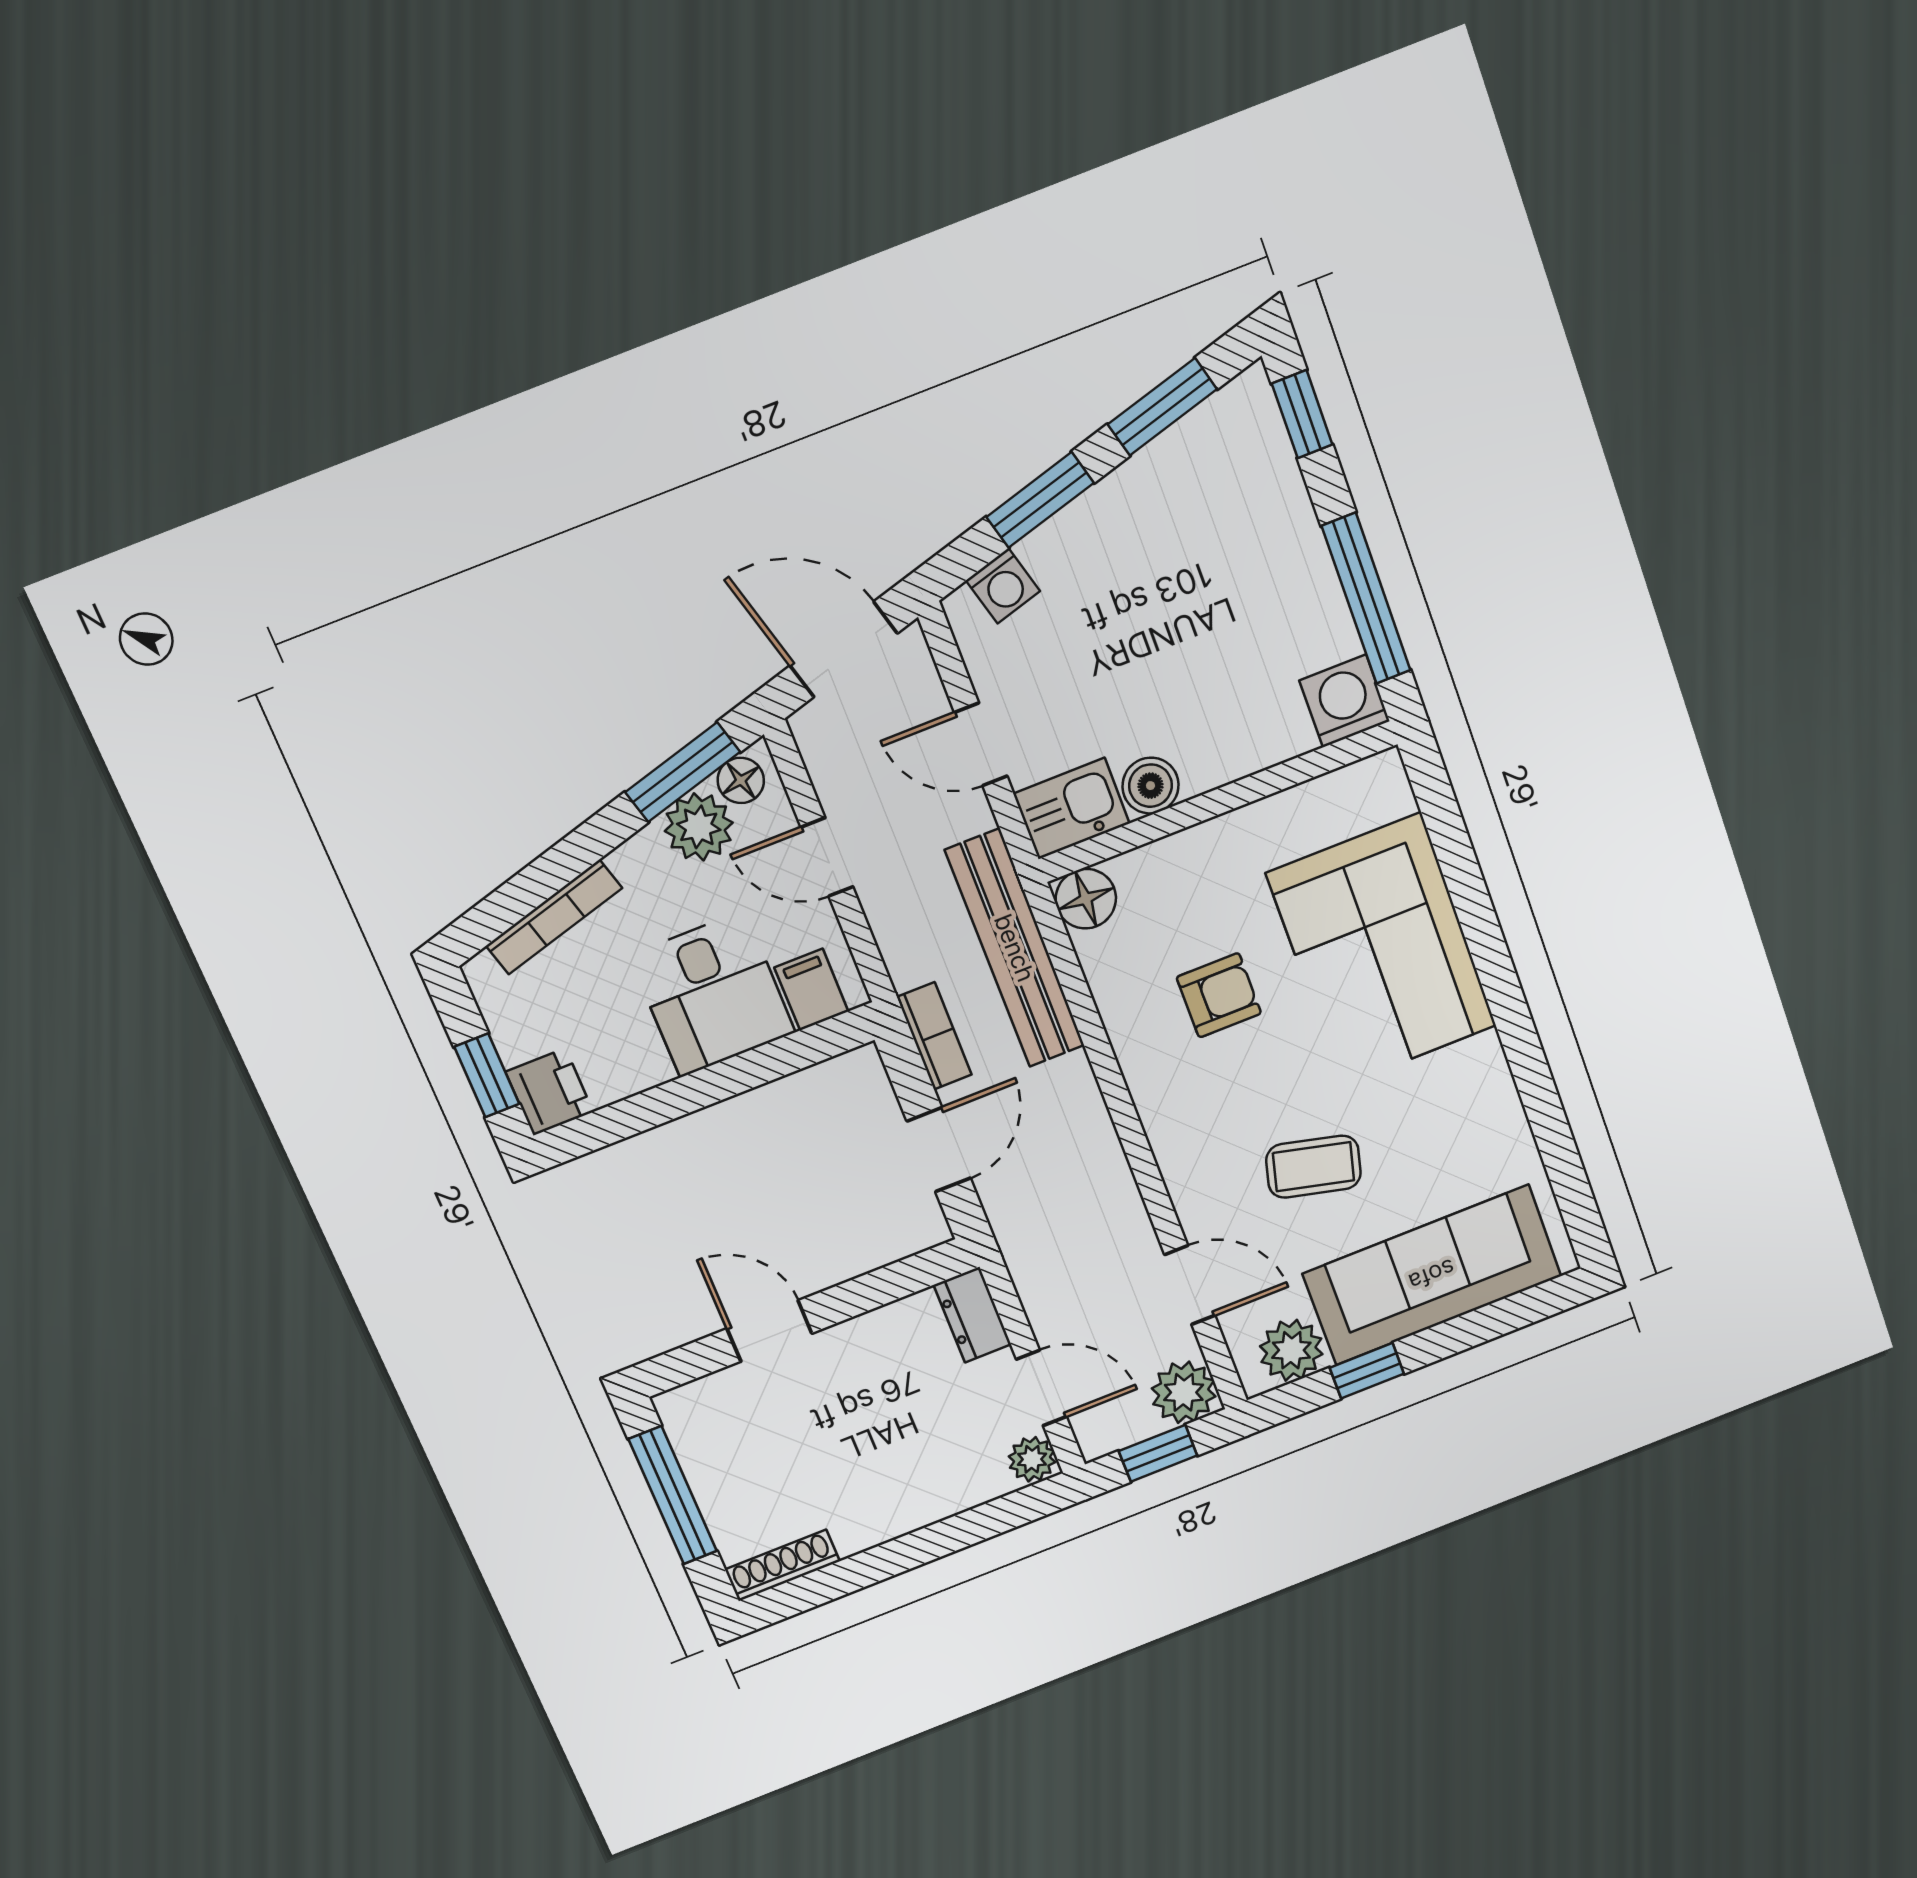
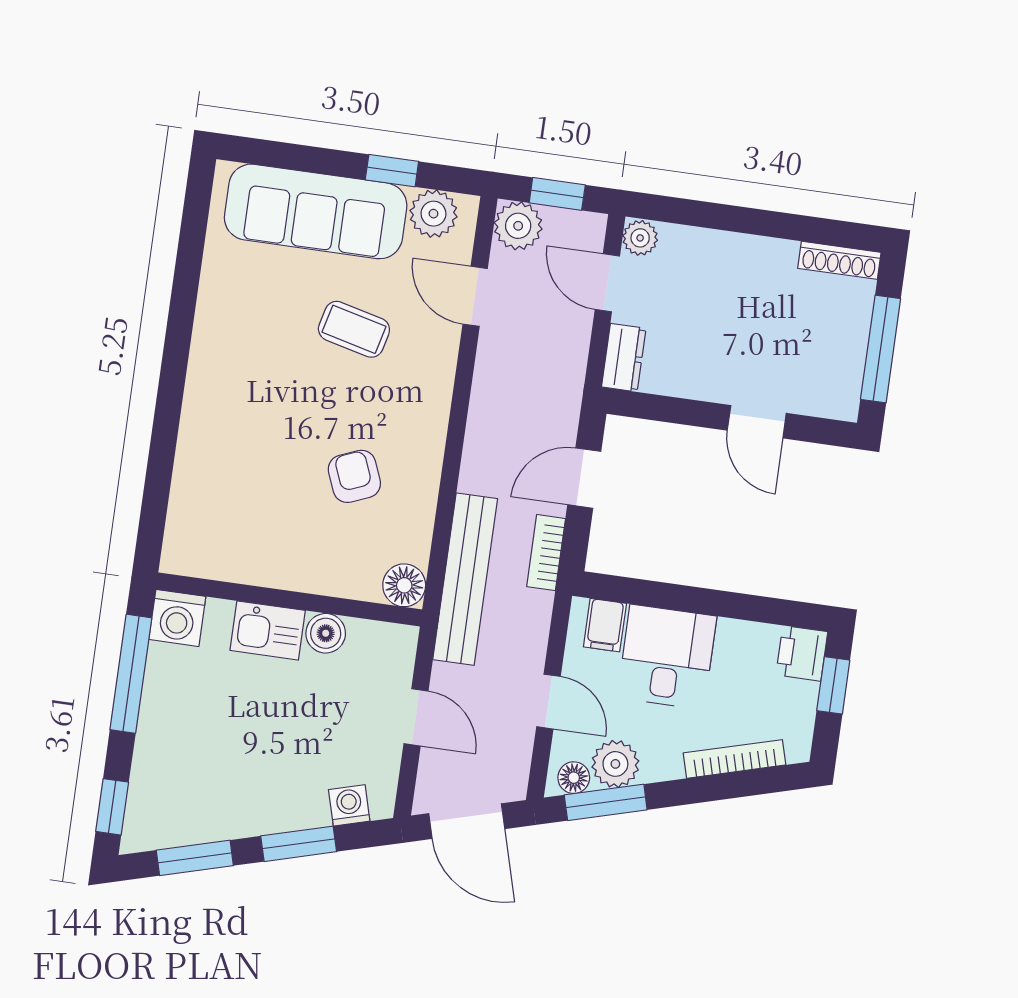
kitchen sink: (1071, 809) -> (268, 630), moved
corner sofa: (1382, 950) -> (236, 447), removed
armchair: (1219, 995) -> (354, 476), turned 68

